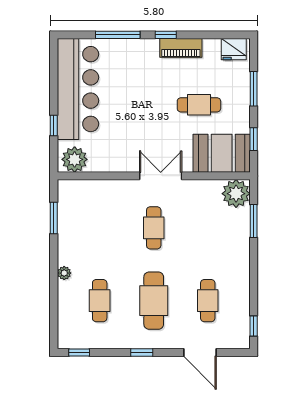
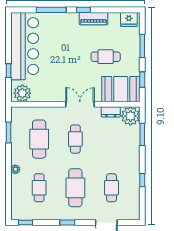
dresser: (207, 187) -> (111, 112), added
cafe table: (100, 228) -> (39, 139), added
window: (254, 326) -> (142, 180), moved

